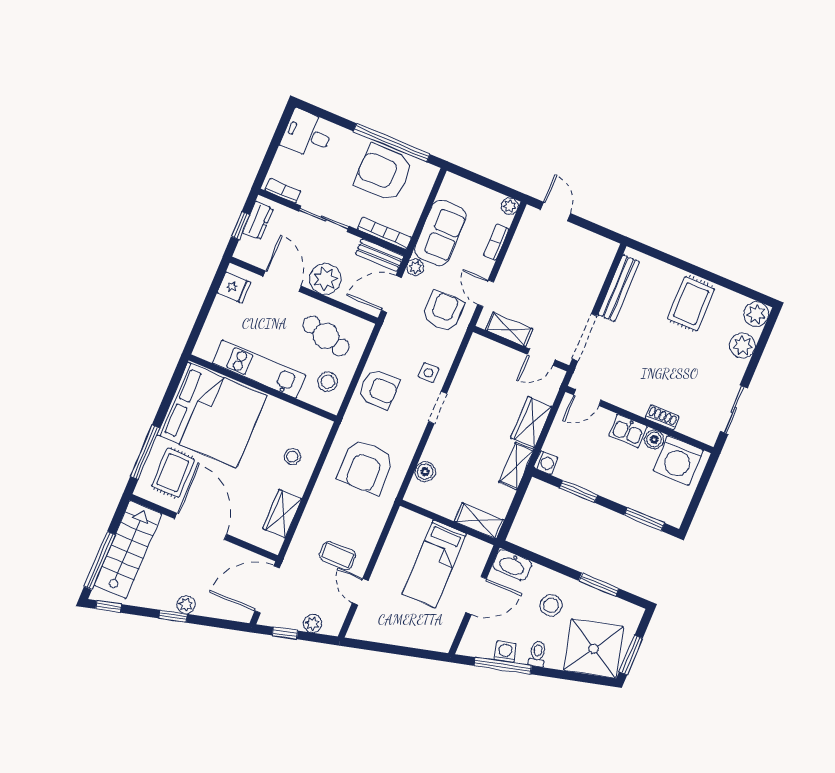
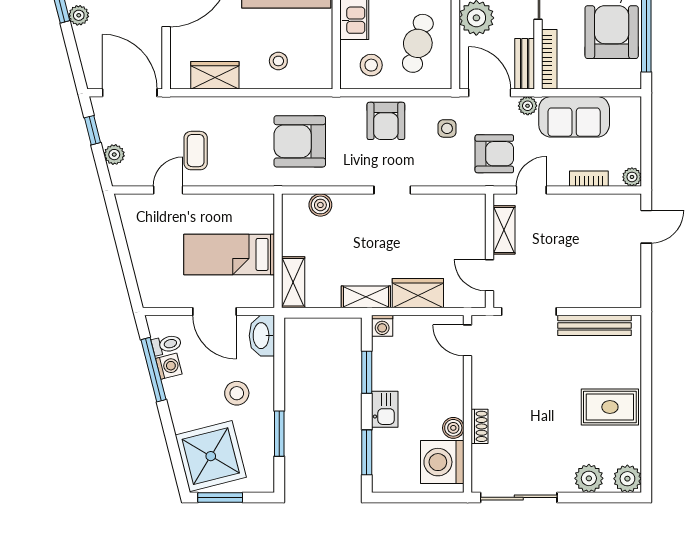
side table: (429, 373) -> (447, 128), moved
sliding door: (734, 410) -> (519, 497), width x1.37
kitchen sink: (628, 431) -> (385, 409), moved, turned 180
toilet: (537, 654) -> (167, 345), moved

